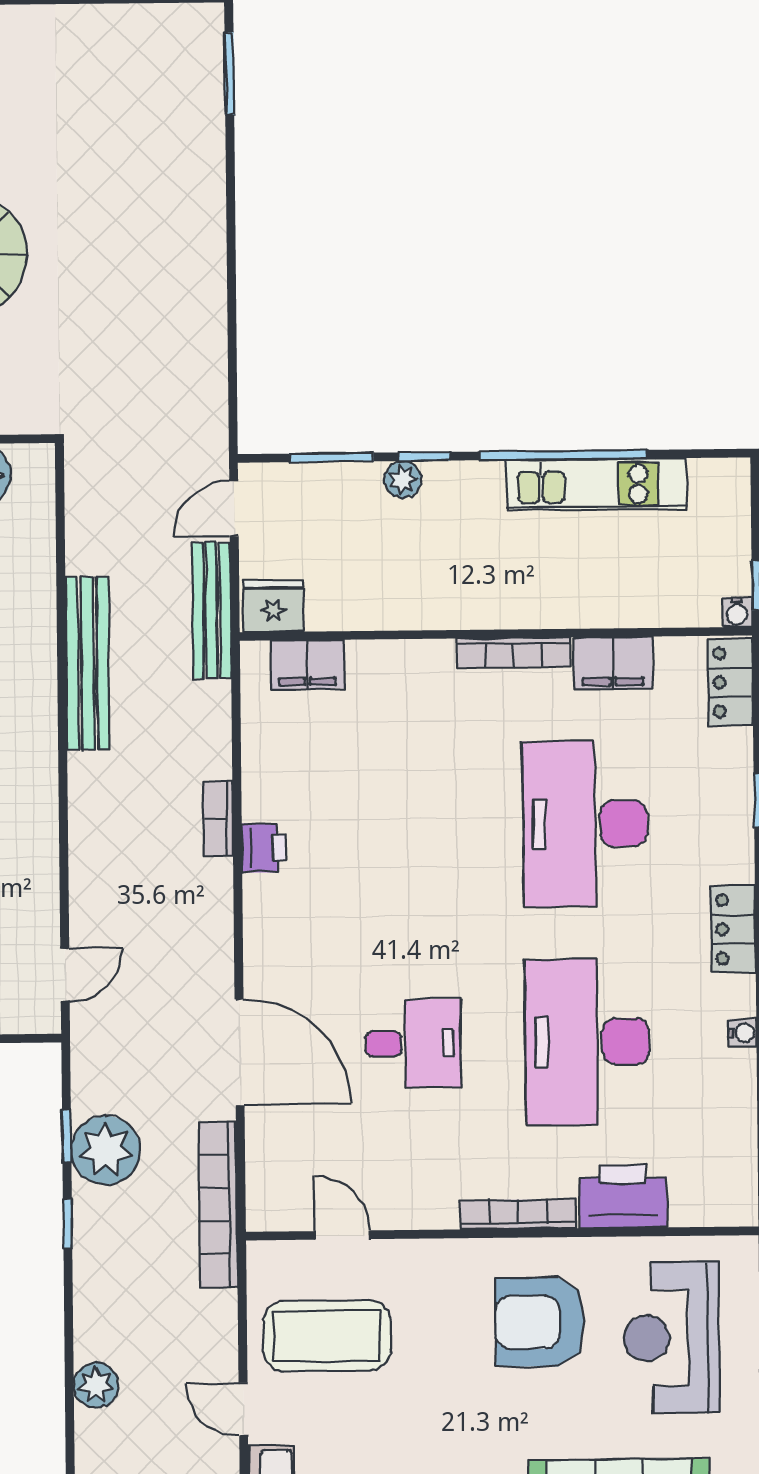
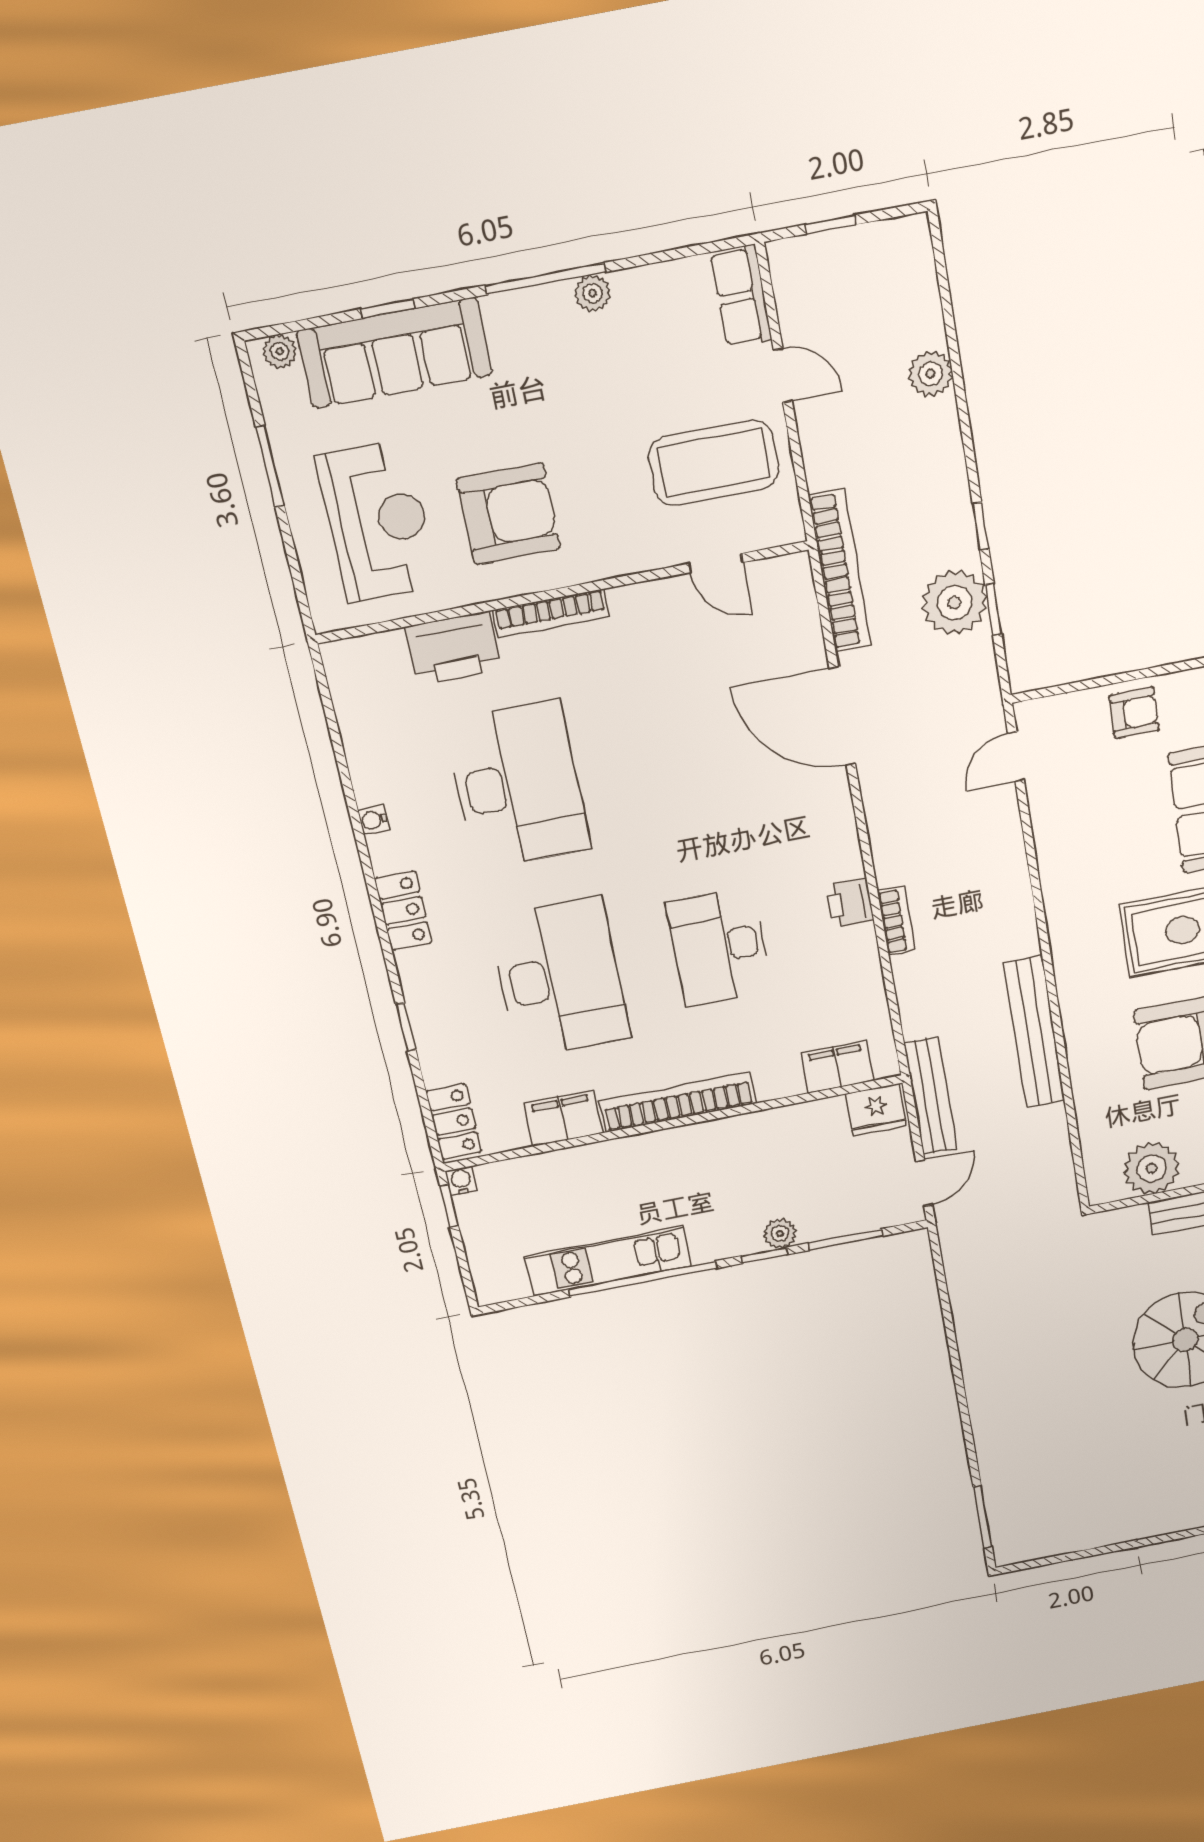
bookcase: (513, 653) -> (678, 1102), width x1.48, depth x1.31
desk: (413, 1044) -> (719, 947), moved, width x1.37

